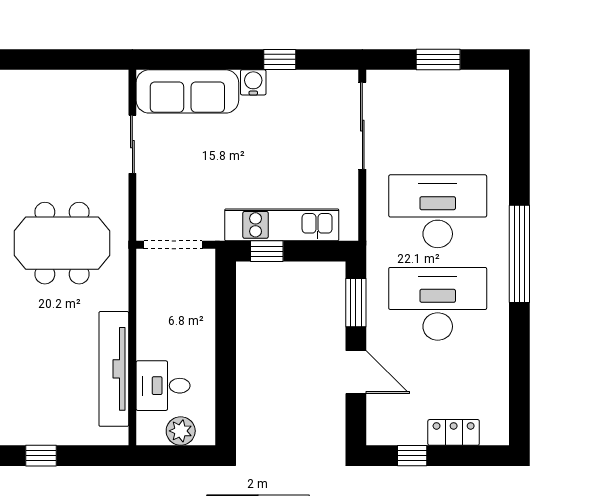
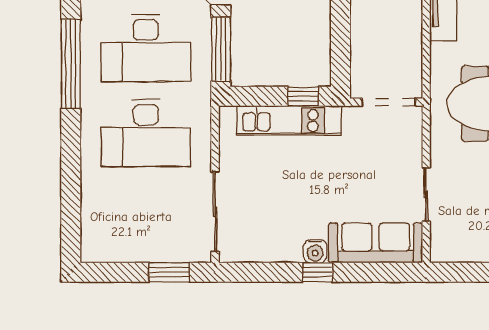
window: (280, 59) -> (318, 272), moved
window: (438, 59) -> (169, 272), moved
window: (519, 254) -> (71, 64), moved
window: (356, 303) -> (221, 49), width x1.44

